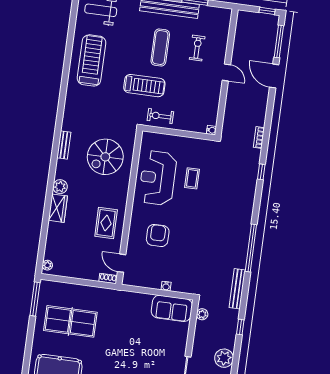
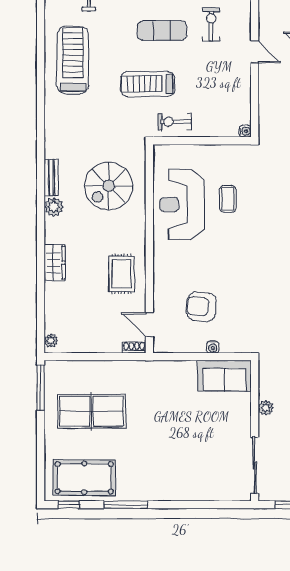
exercise mat: (160, 48) -> (162, 30), turned 90
treadmill: (144, 86) -> (148, 84), turned 180
plant: (60, 187) -> (54, 207), moved
armchair: (158, 235) -> (201, 307), moved, turned -84
plant: (202, 314) -> (266, 408), moved

